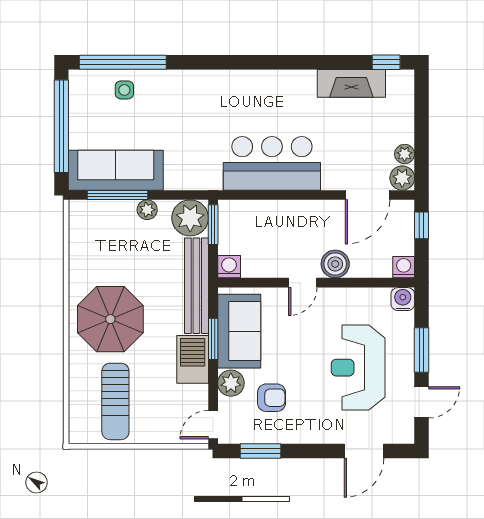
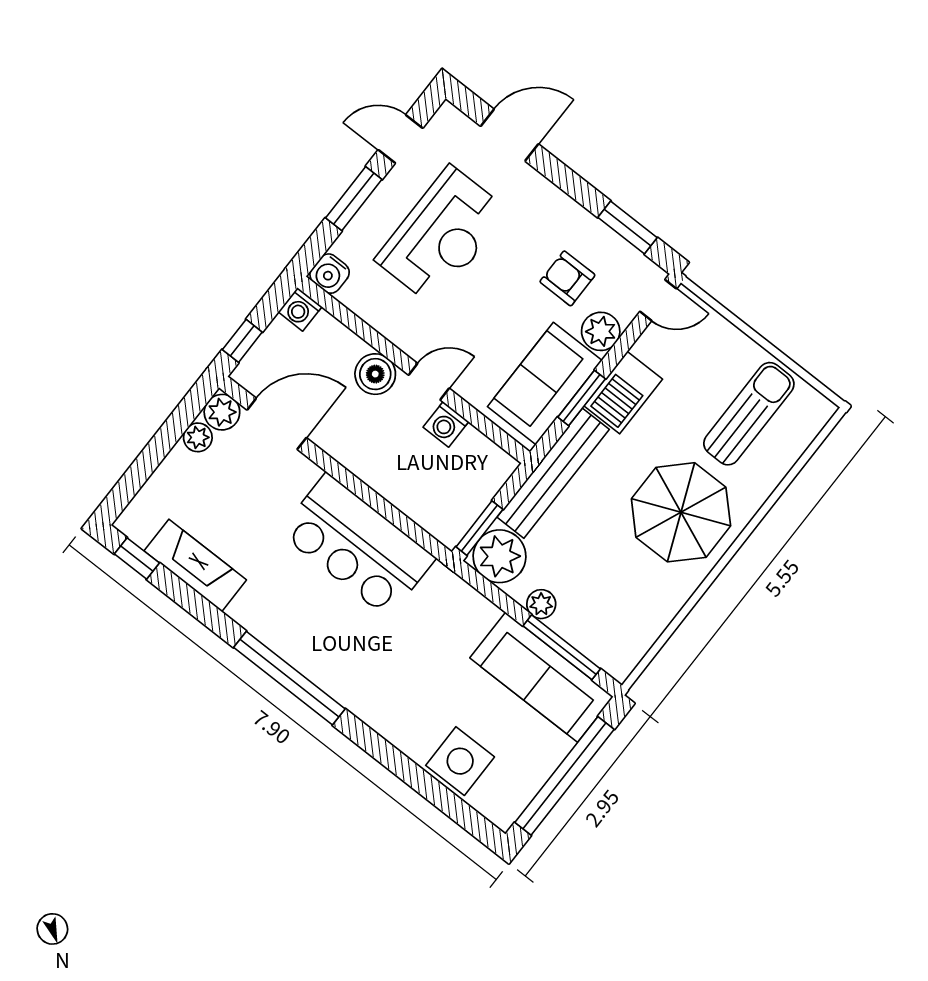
window: (123, 62) -> (289, 678), moved
side table: (124, 90) -> (460, 761), width x1.87, depth x1.87
washing machine: (229, 267) -> (446, 424), moved

